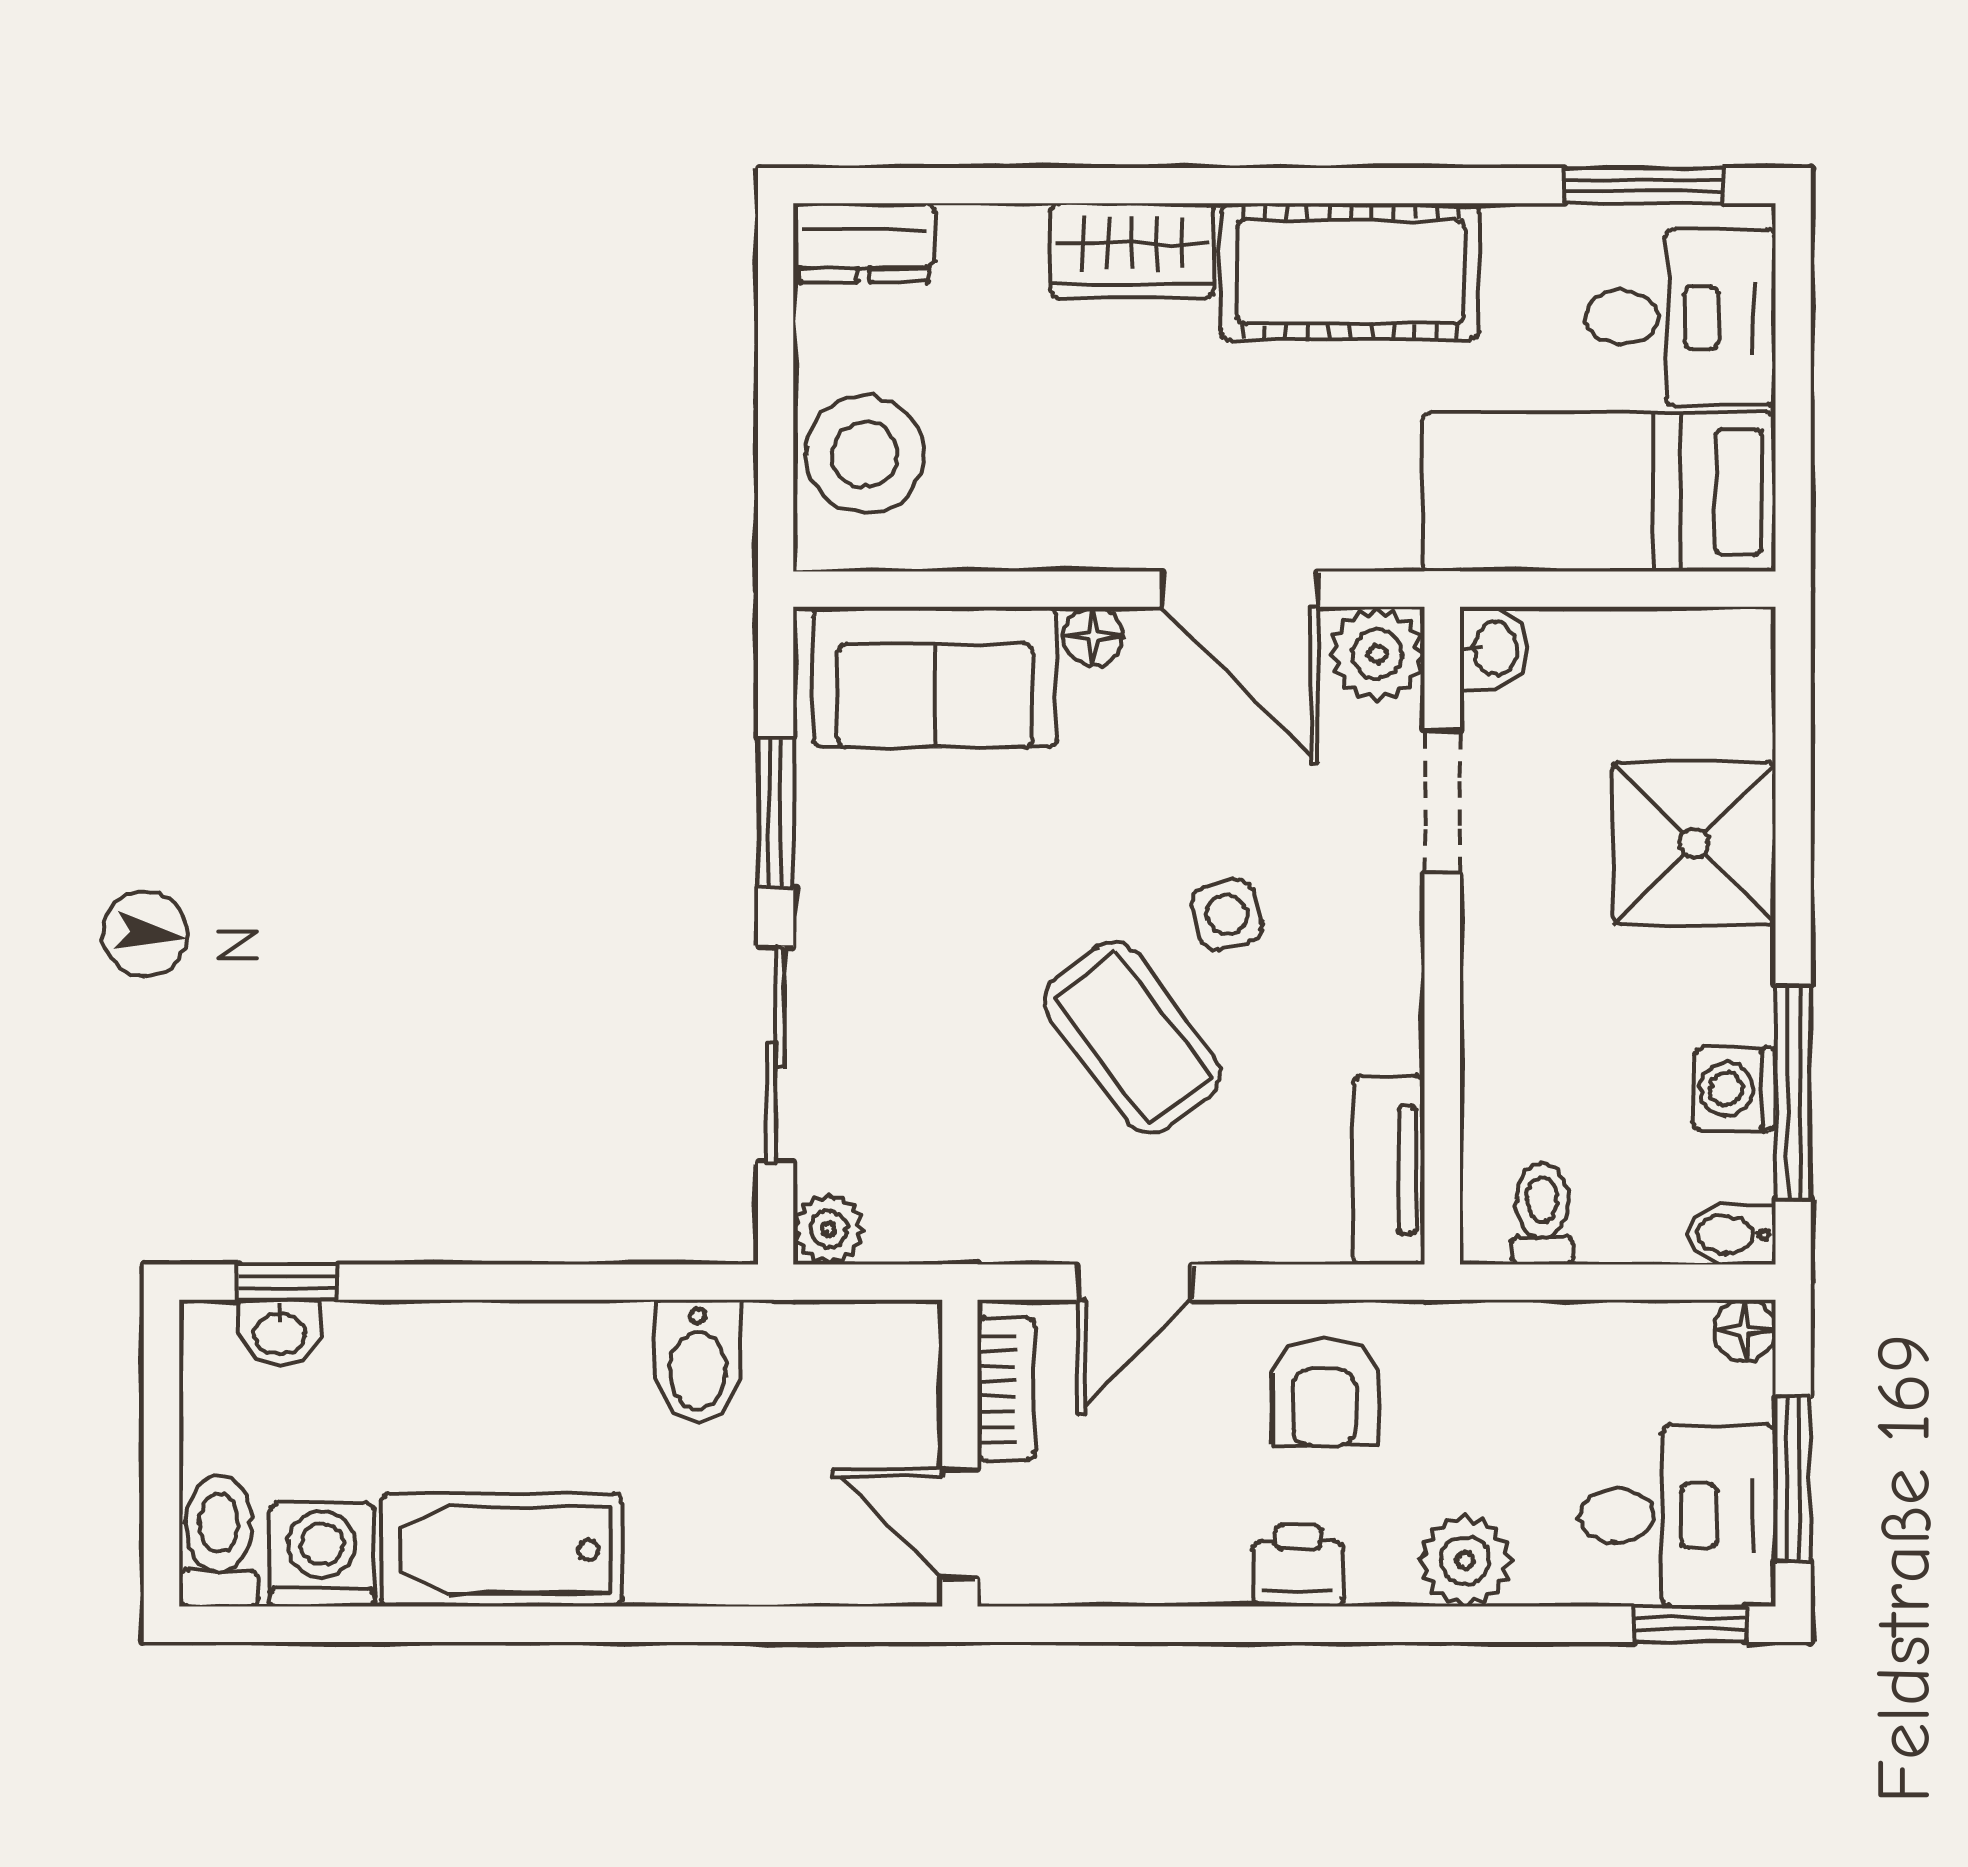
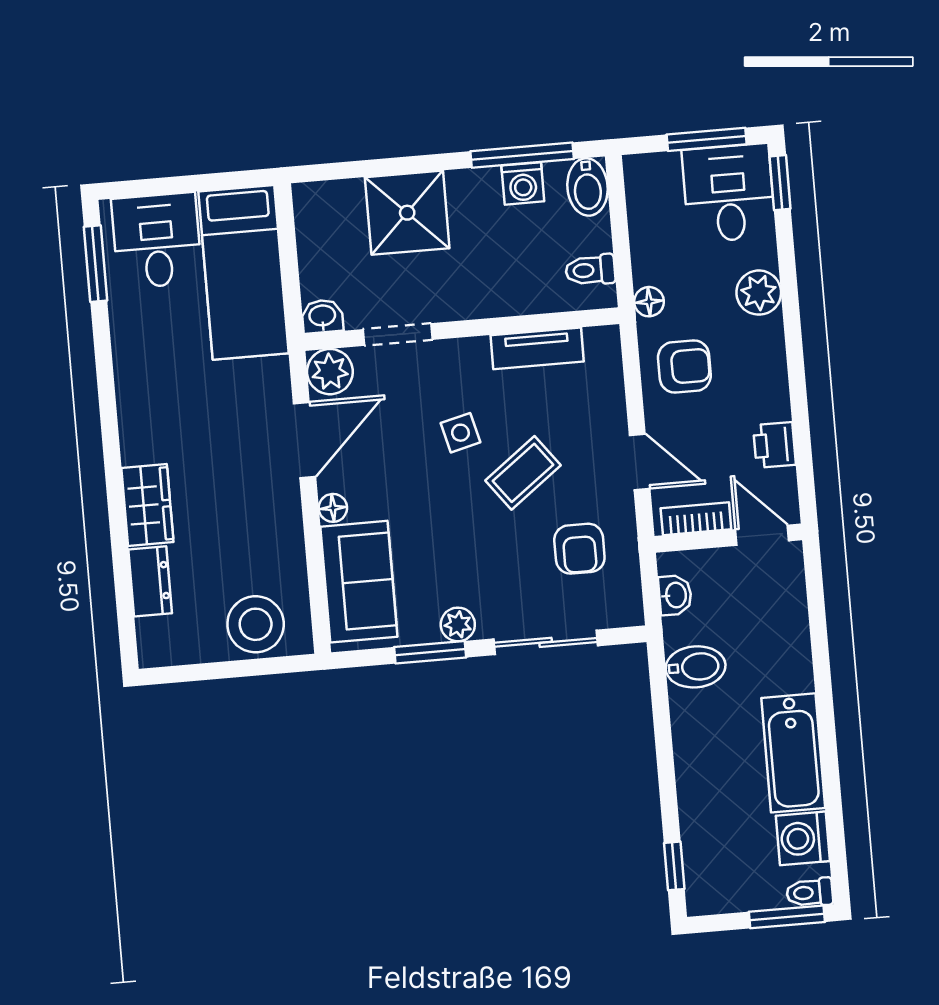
dresser: (864, 243) -> (150, 581), moved
cot: (1350, 272) -> (148, 400), removed
coffee table: (1132, 1038) -> (523, 473), width x0.73, depth x0.77
armchair: (964, 1142) -> (579, 549), added
tv unit: (1389, 1170) -> (537, 348), moved
plant: (829, 1229) -> (458, 624), moved
bidet: (1731, 1234) -> (587, 187), width x1.38, depth x1.36
floor lamp: (1745, 1330) -> (649, 302), moved
washbasin: (279, 1332) -> (675, 595), moved
window: (162, 1507) -> (787, 917), added
door: (960, 1524) -> (762, 535), swing flipped
toilet: (219, 1541) -> (810, 893), width x0.73, depth x0.72
printer: (1298, 1566) -> (774, 445), moved

